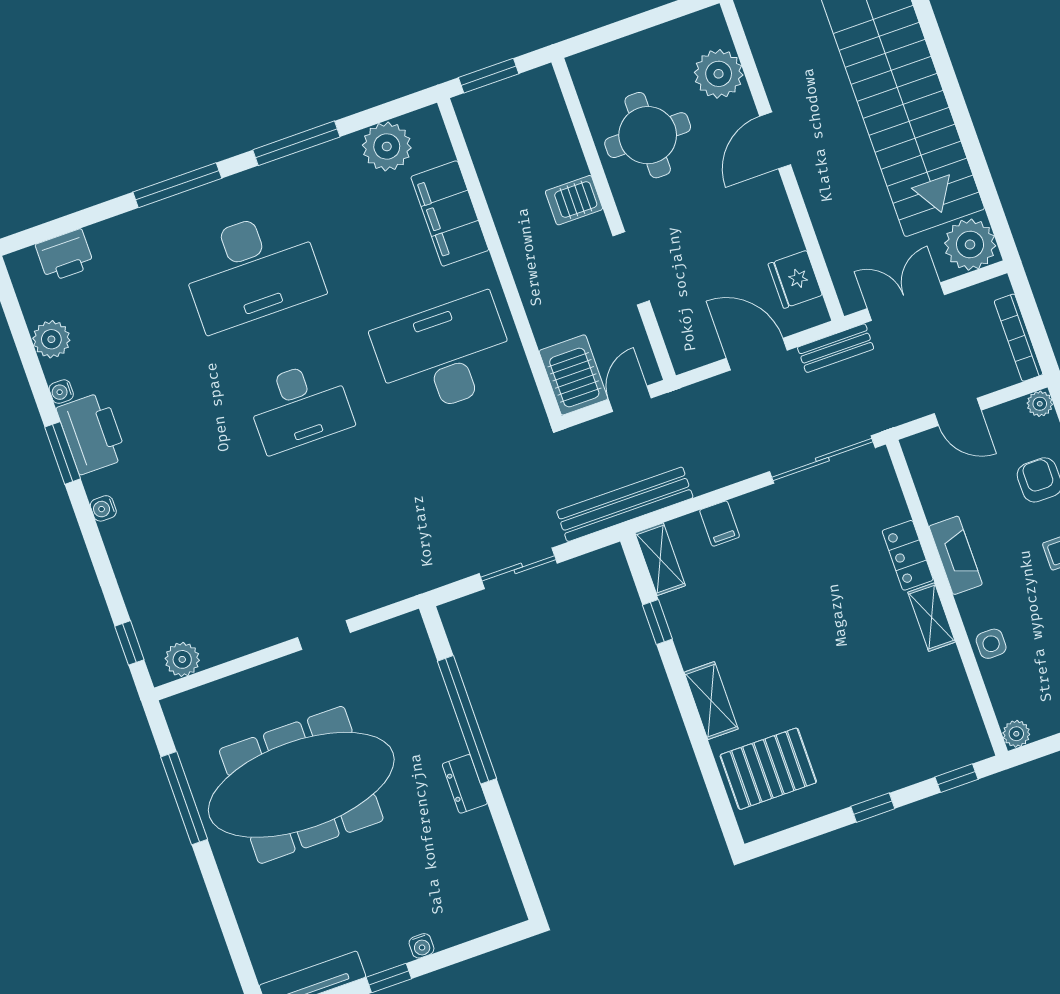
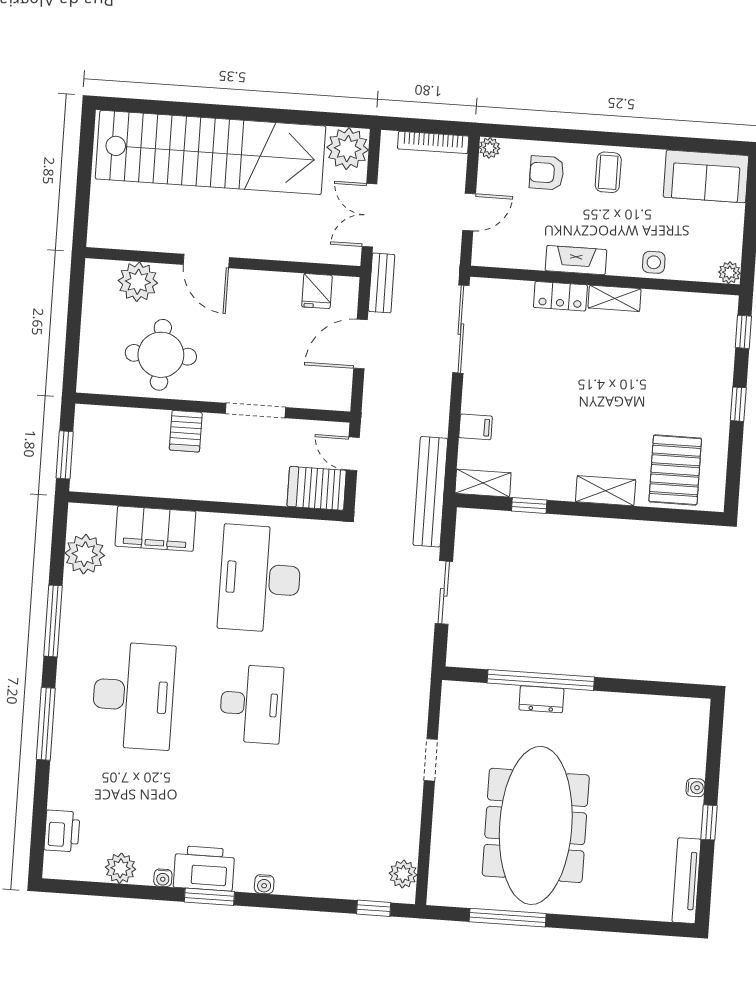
fridge: (795, 279) -> (317, 291), width x0.72
dresser: (465, 784) -> (541, 699), moved

